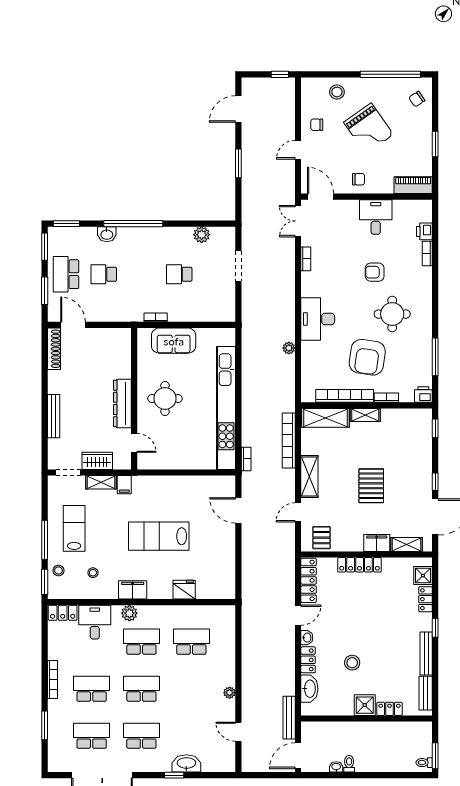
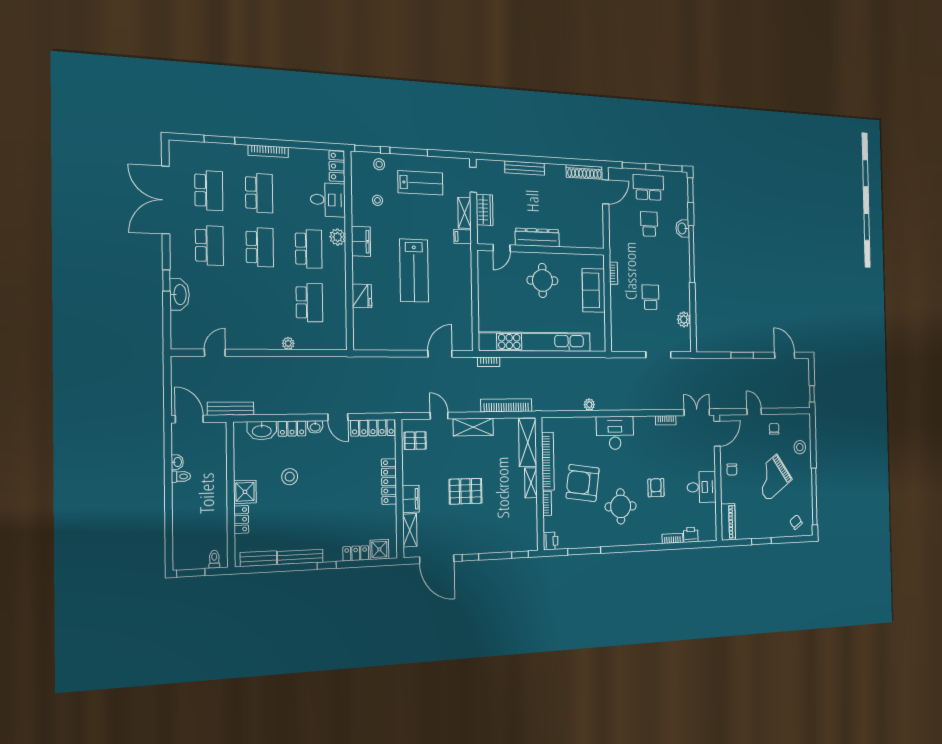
lab bench: (159, 536) -> (414, 271), turned 180
plant: (230, 693) -> (288, 343), moved
toilet: (424, 763) -> (214, 559), moved

